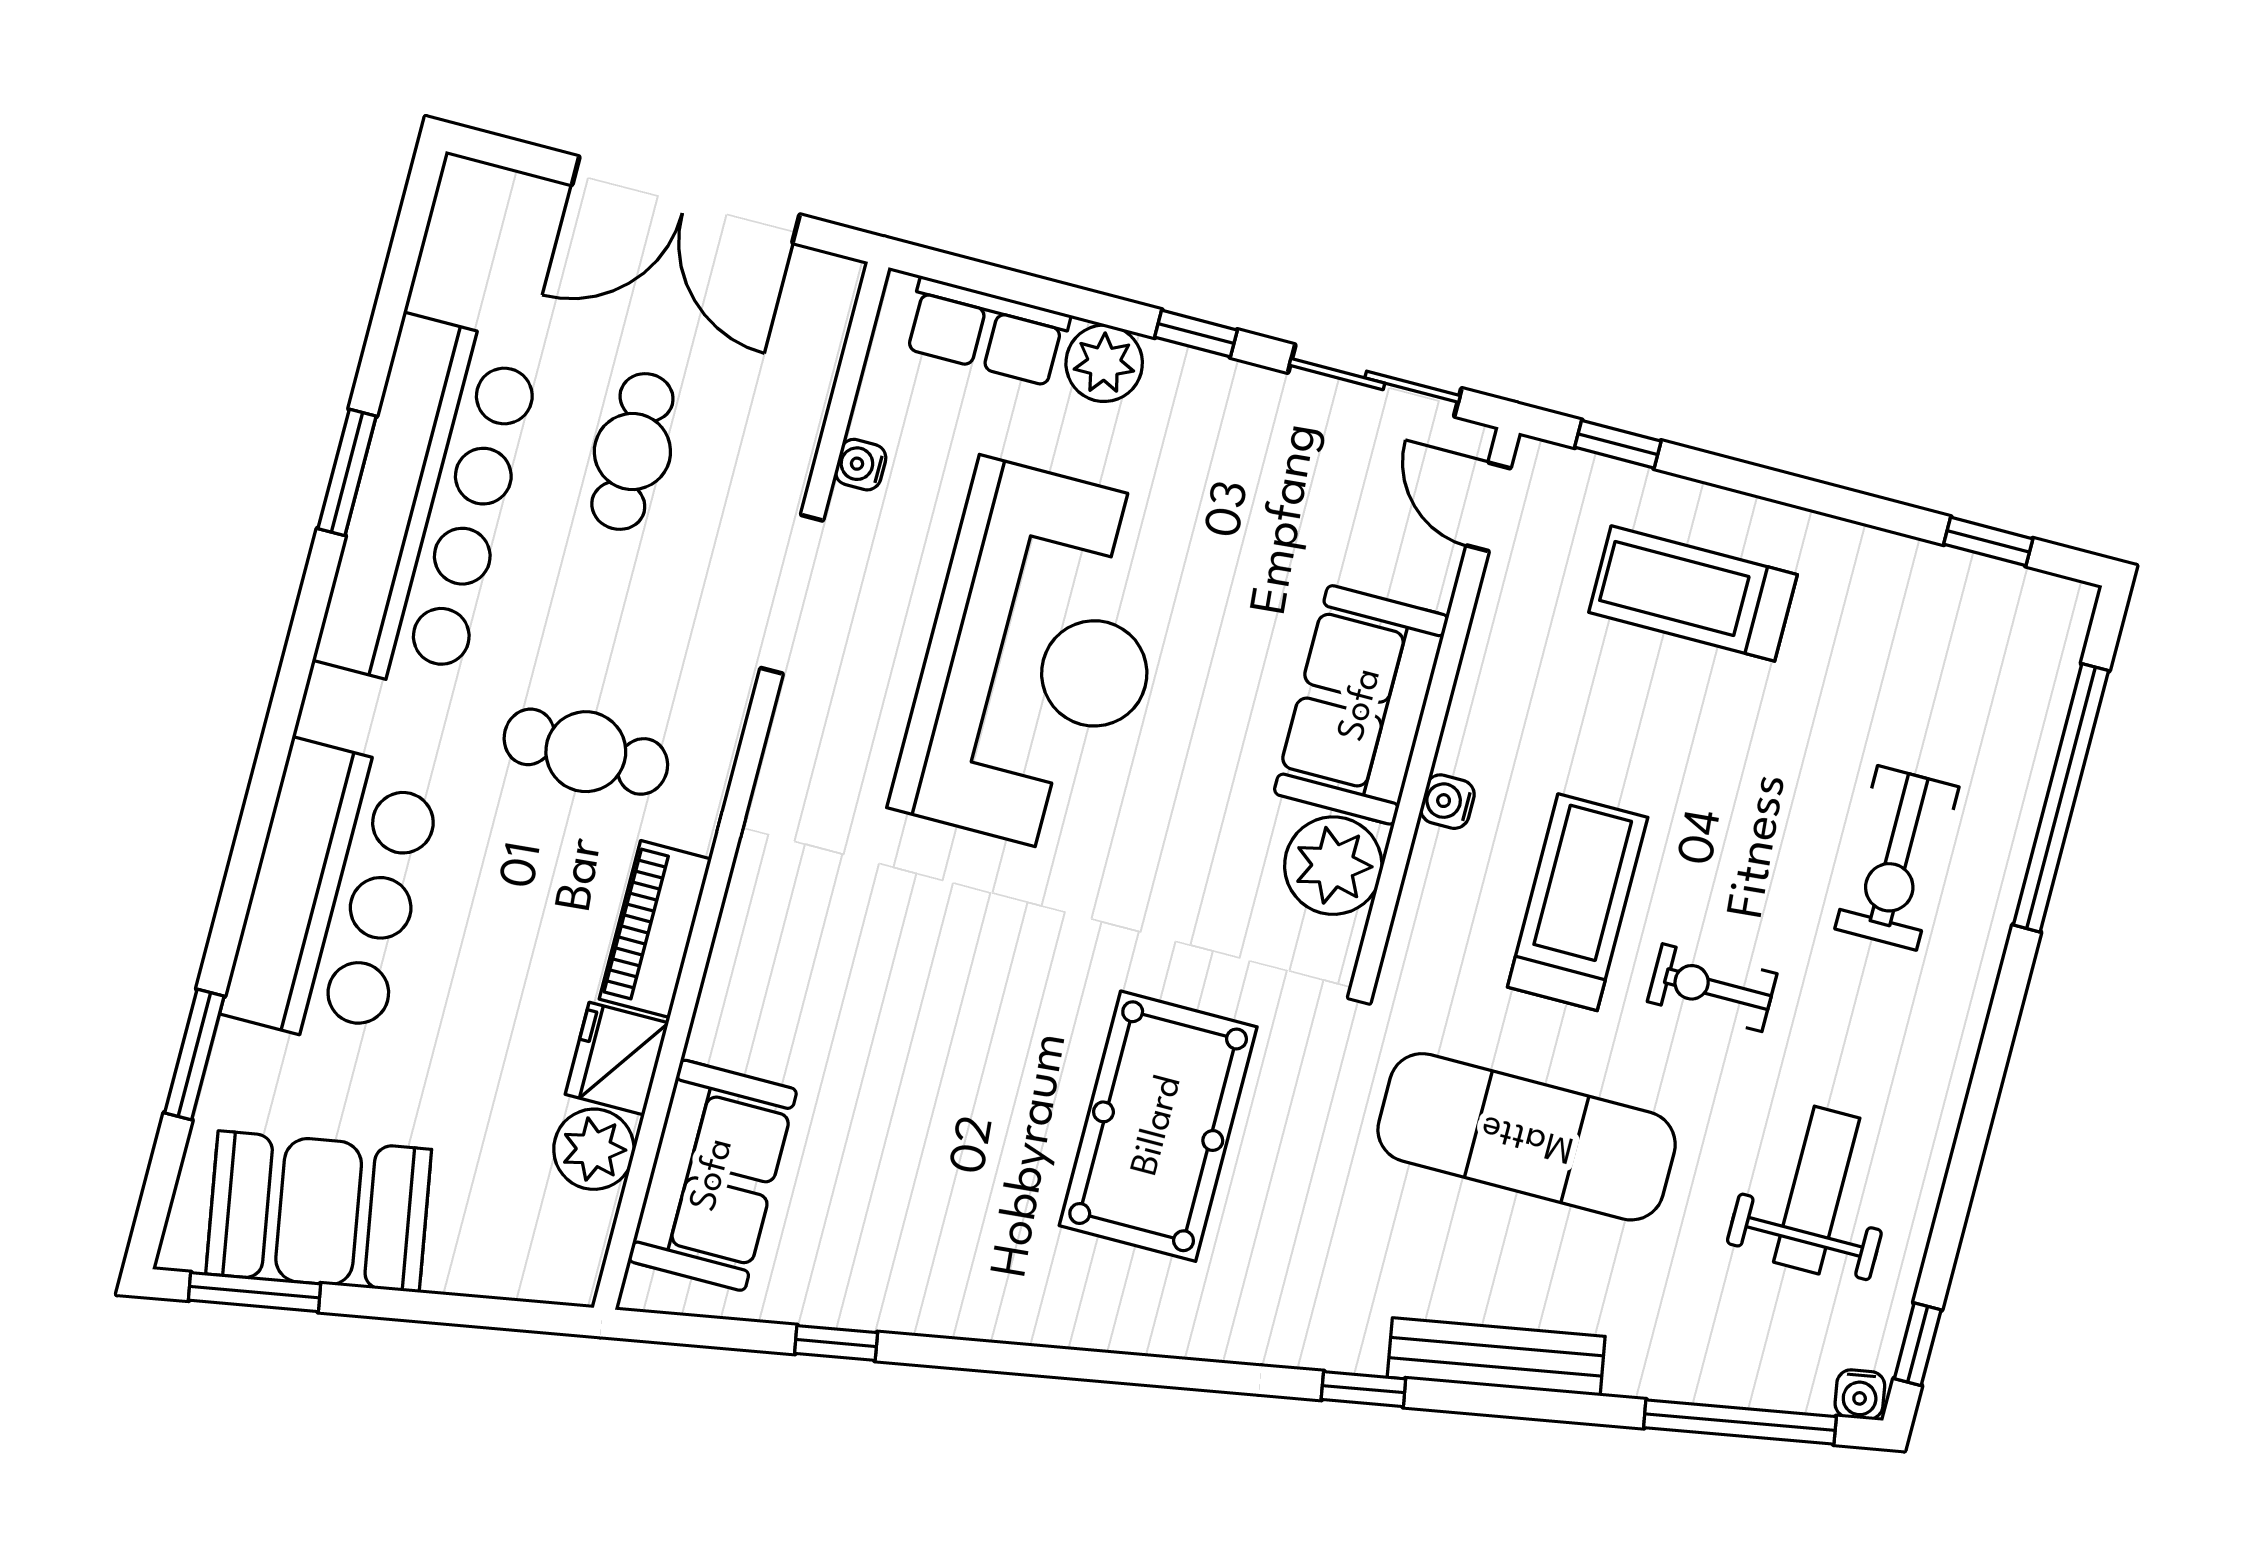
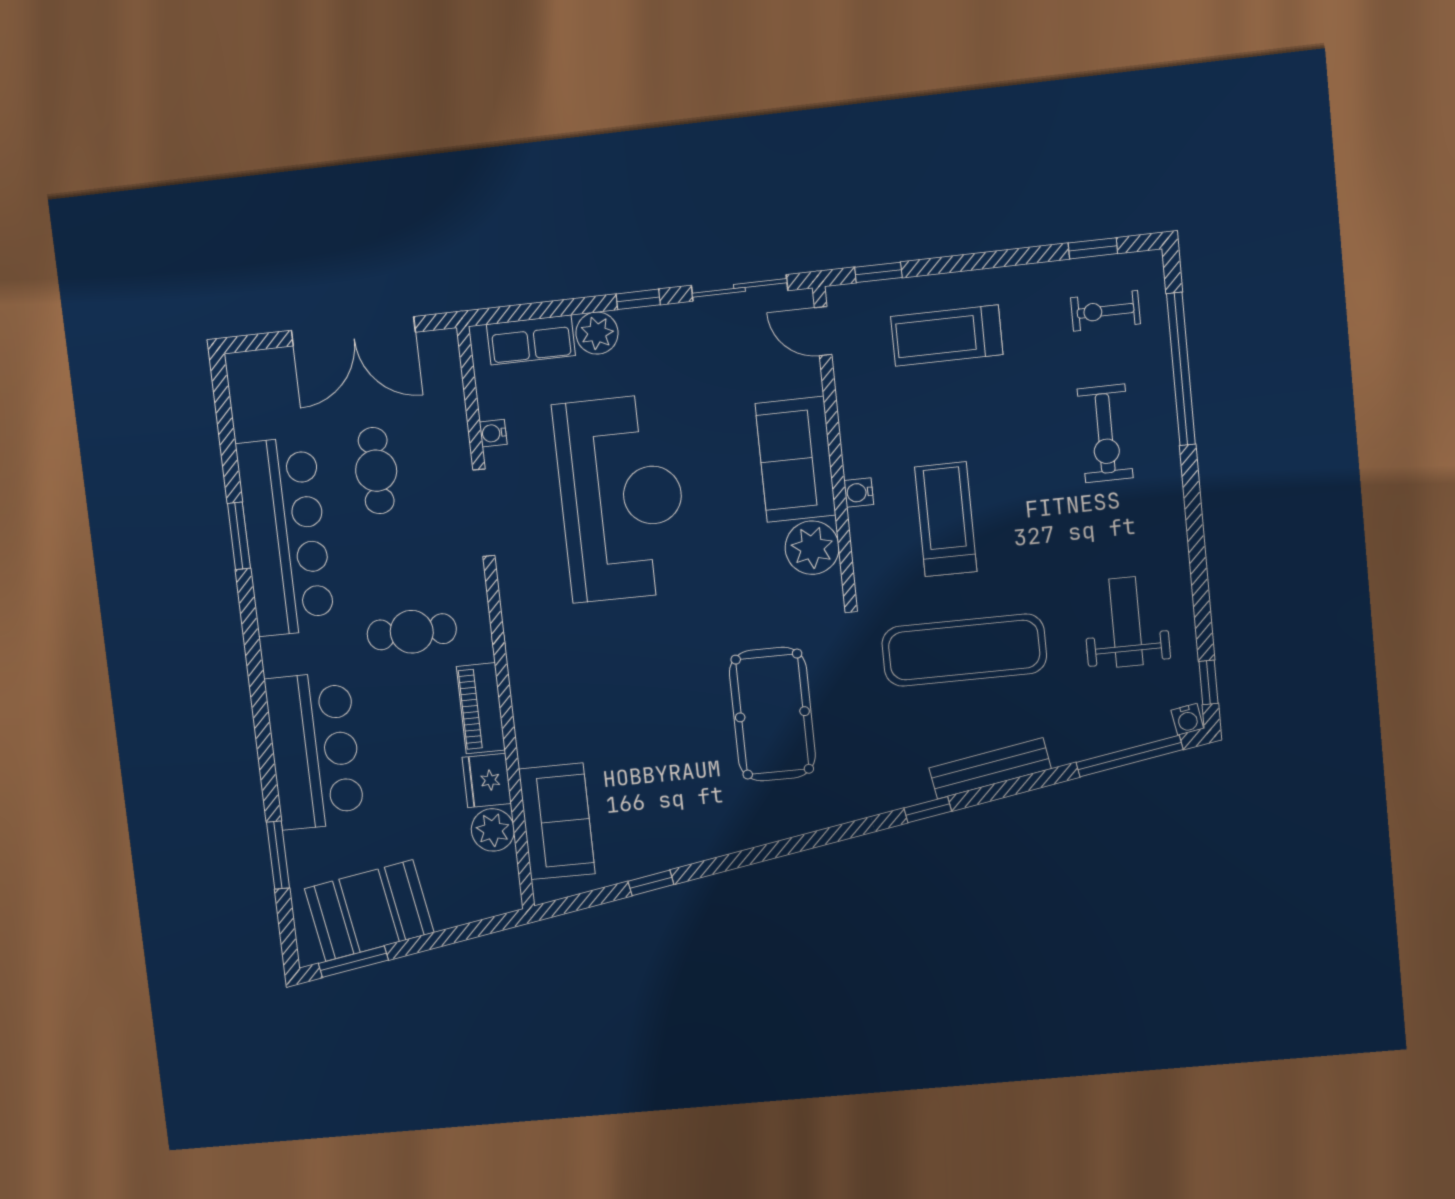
exercise bike: (1712, 988) -> (1106, 311), moved

